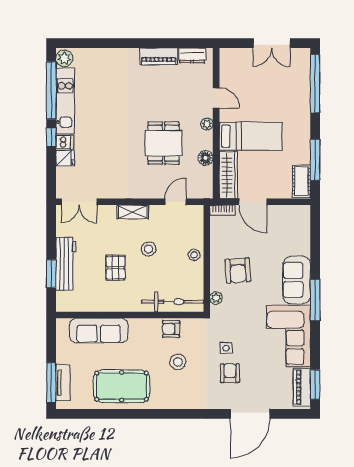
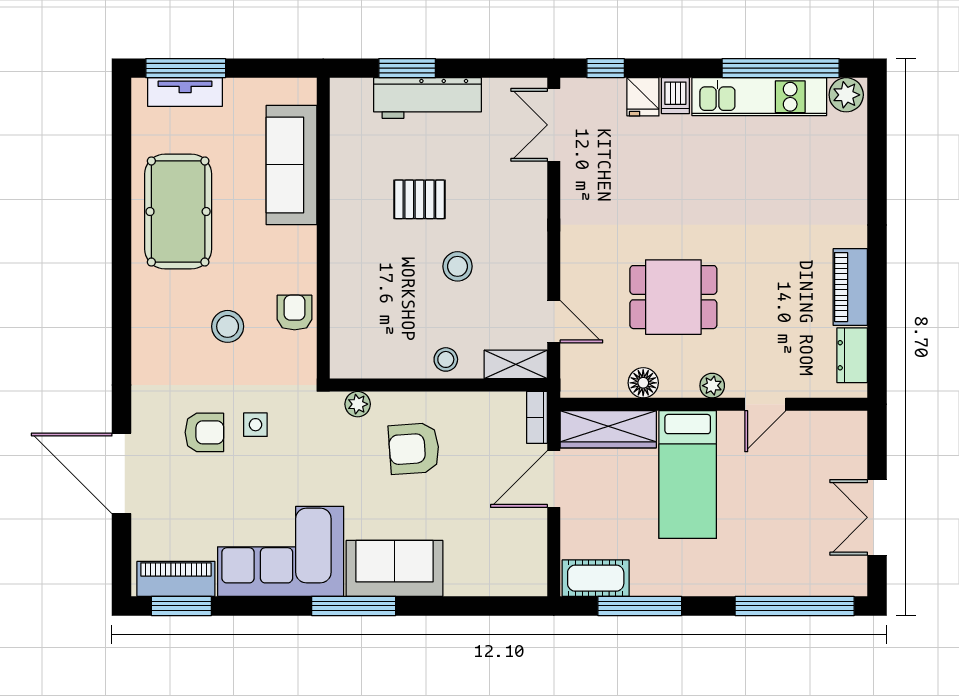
window: (51, 137) -> (606, 68), moved
shelving: (133, 212) -> (516, 364), moved, turned 90
bicycle: (173, 302) -> (350, 315), removed

